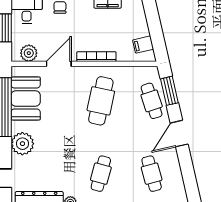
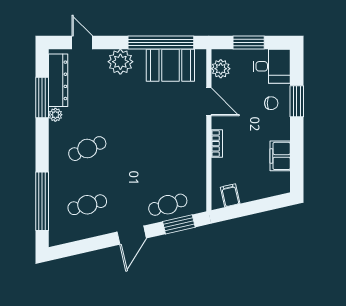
bookcase: (96, 57) -> (217, 144), width x0.64
cafe table: (101, 101) -> (168, 149), removed
door: (179, 134) -> (132, 235), swing flipped
cafe table: (101, 174) -> (87, 149), turned -39

